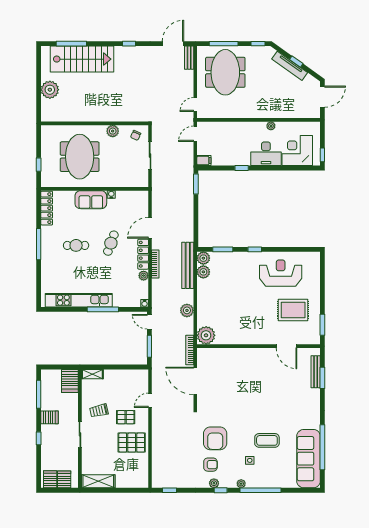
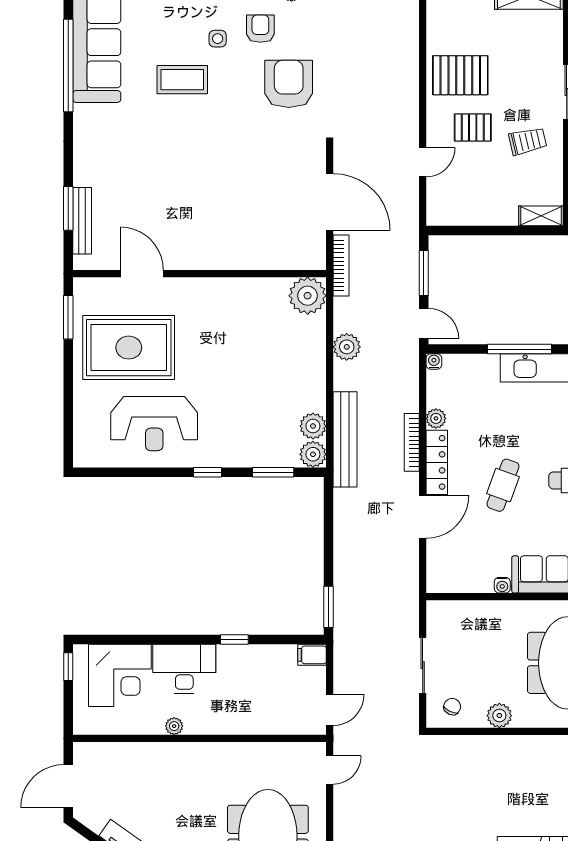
rug: (293, 310) -> (129, 348), width x1.37, depth x1.44
armchair: (210, 465) -> (260, 29), moved, turned 90

